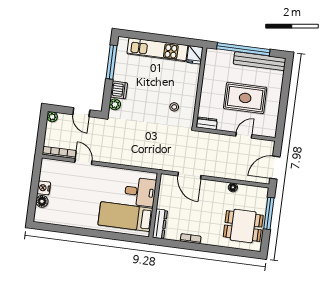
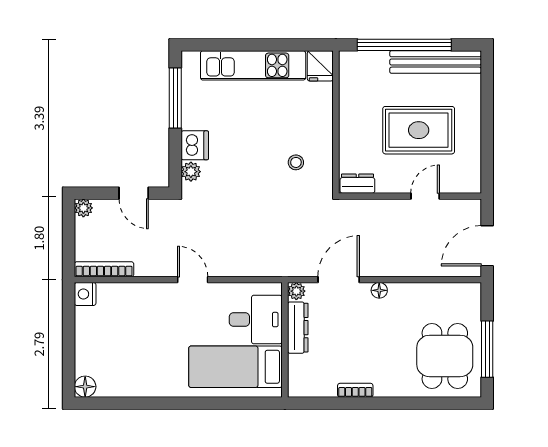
door: (83, 162) -> (193, 280), moved
door: (189, 176) -> (339, 280), swing flipped
plant: (165, 179) -> (296, 291), added
floor lamp: (233, 187) -> (379, 290), moved
nightstand: (44, 188) -> (85, 294), moved
floor lamp: (42, 201) -> (85, 387), moved
window: (269, 213) -> (487, 349), moved
dresser: (160, 224) -> (298, 328), moved
dining table: (243, 226) -> (445, 356), turned 90

